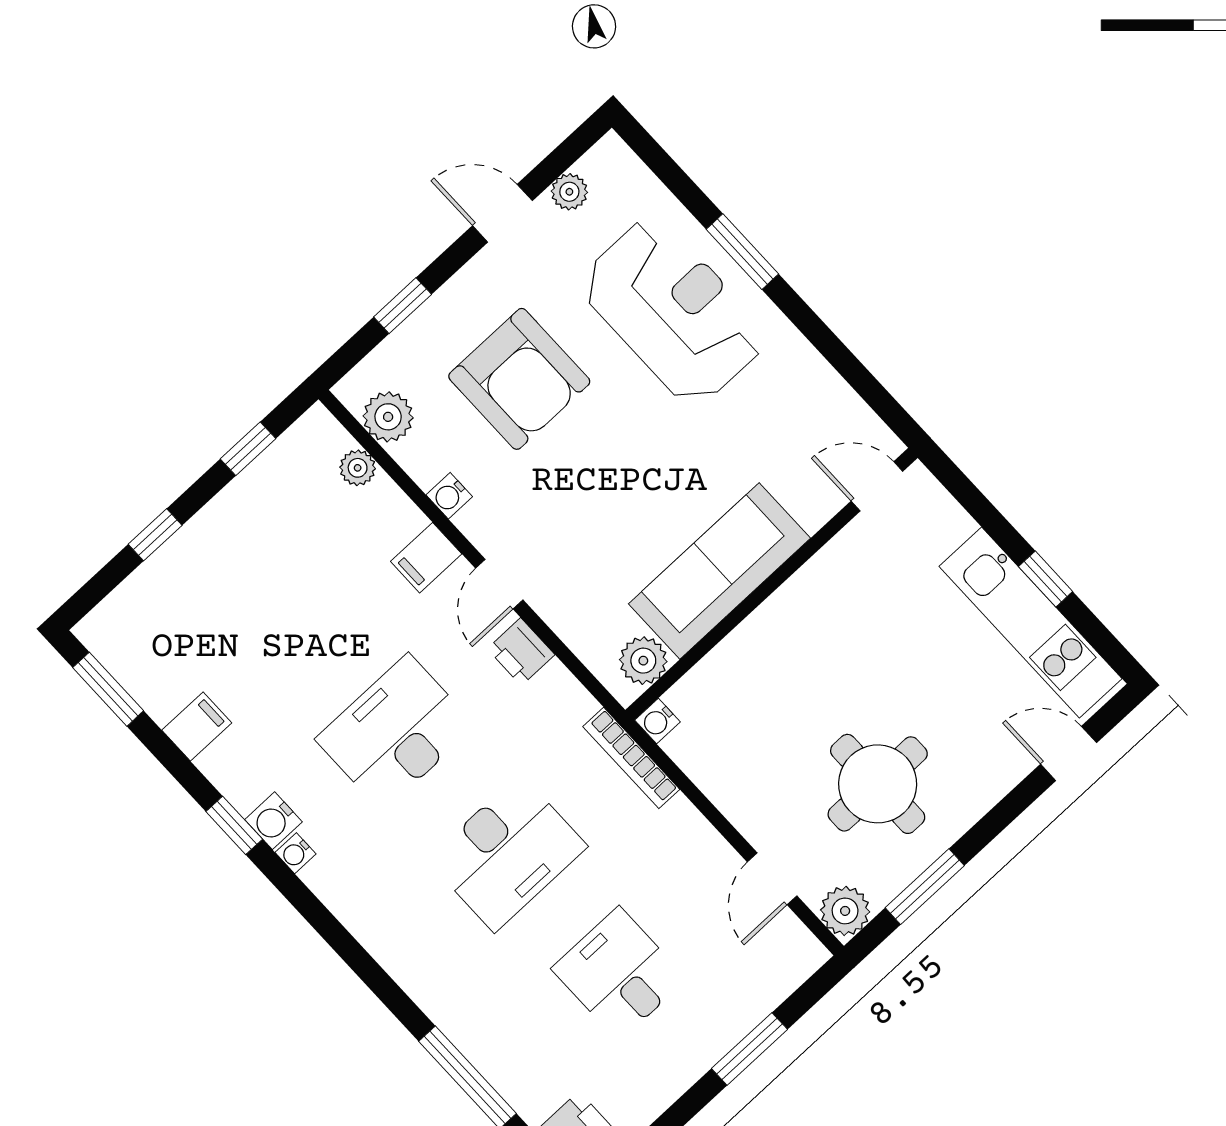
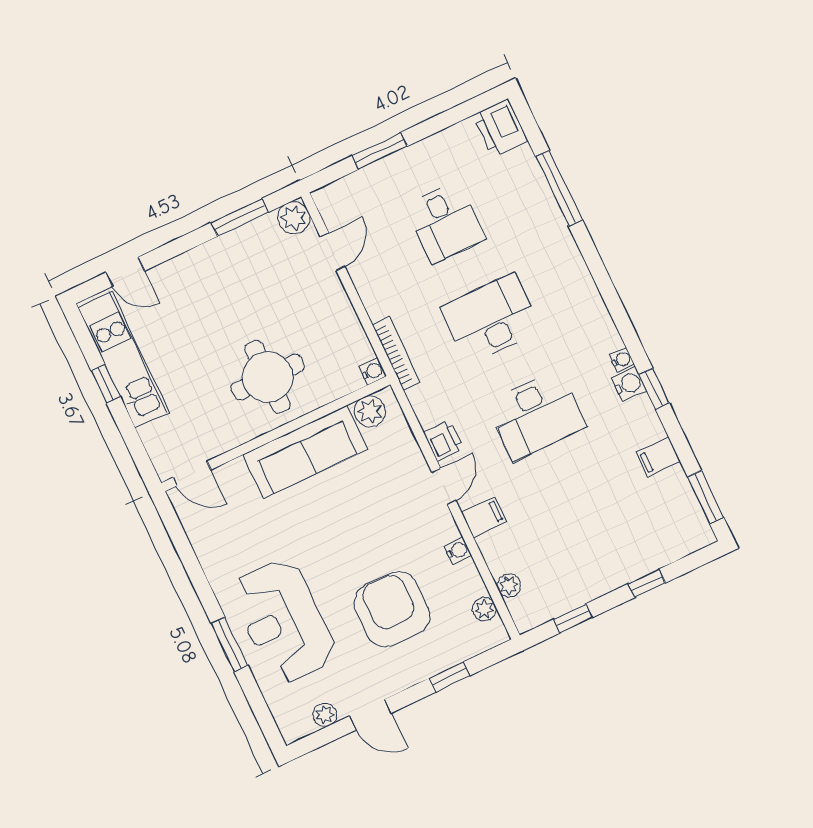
plant: (388, 417) -> (484, 609), width x0.73, depth x0.73
round table: (878, 784) -> (268, 377), moved

